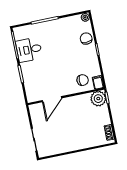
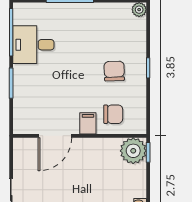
chair: (86, 39) -> (114, 71), moved
filing cabinet: (98, 82) -> (88, 123), moved

